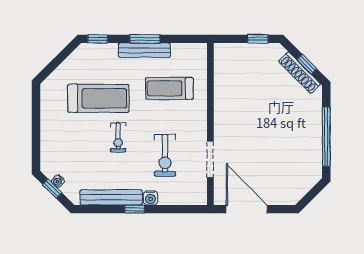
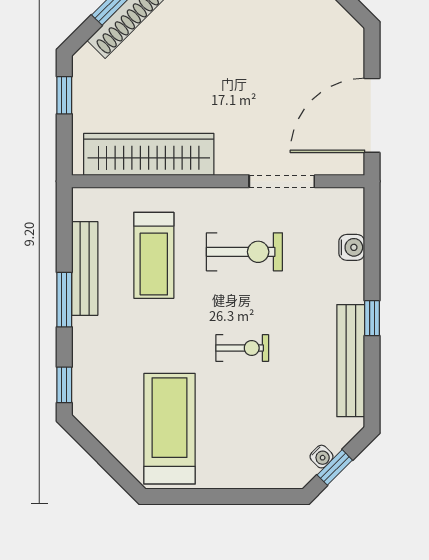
bench: (144, 50) -> (85, 268), moved
wardrobe: (225, 86) -> (149, 154), added
treadmill: (98, 98) -> (170, 429), moved
exercise bike: (165, 155) -> (244, 252), moved
water cooler: (151, 198) -> (352, 247), moved

